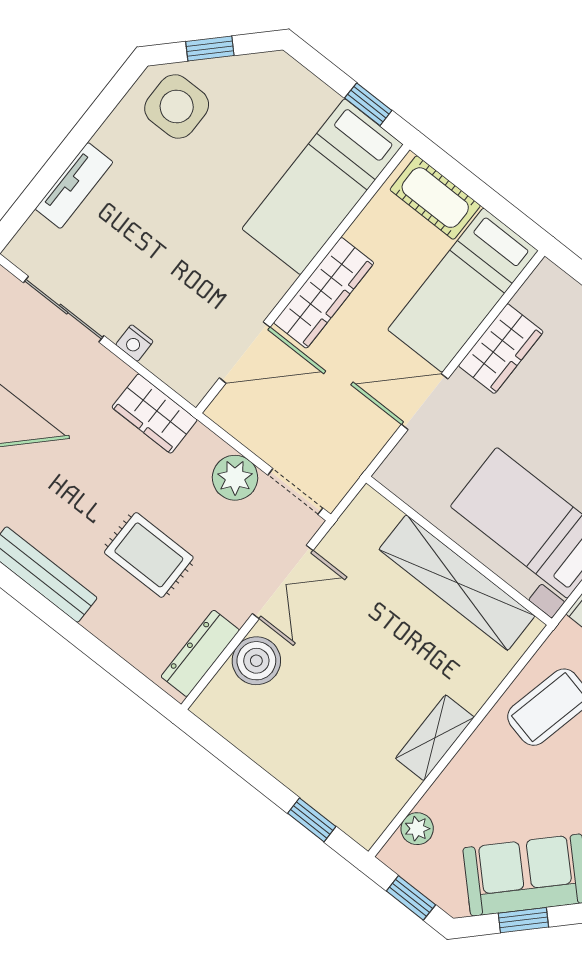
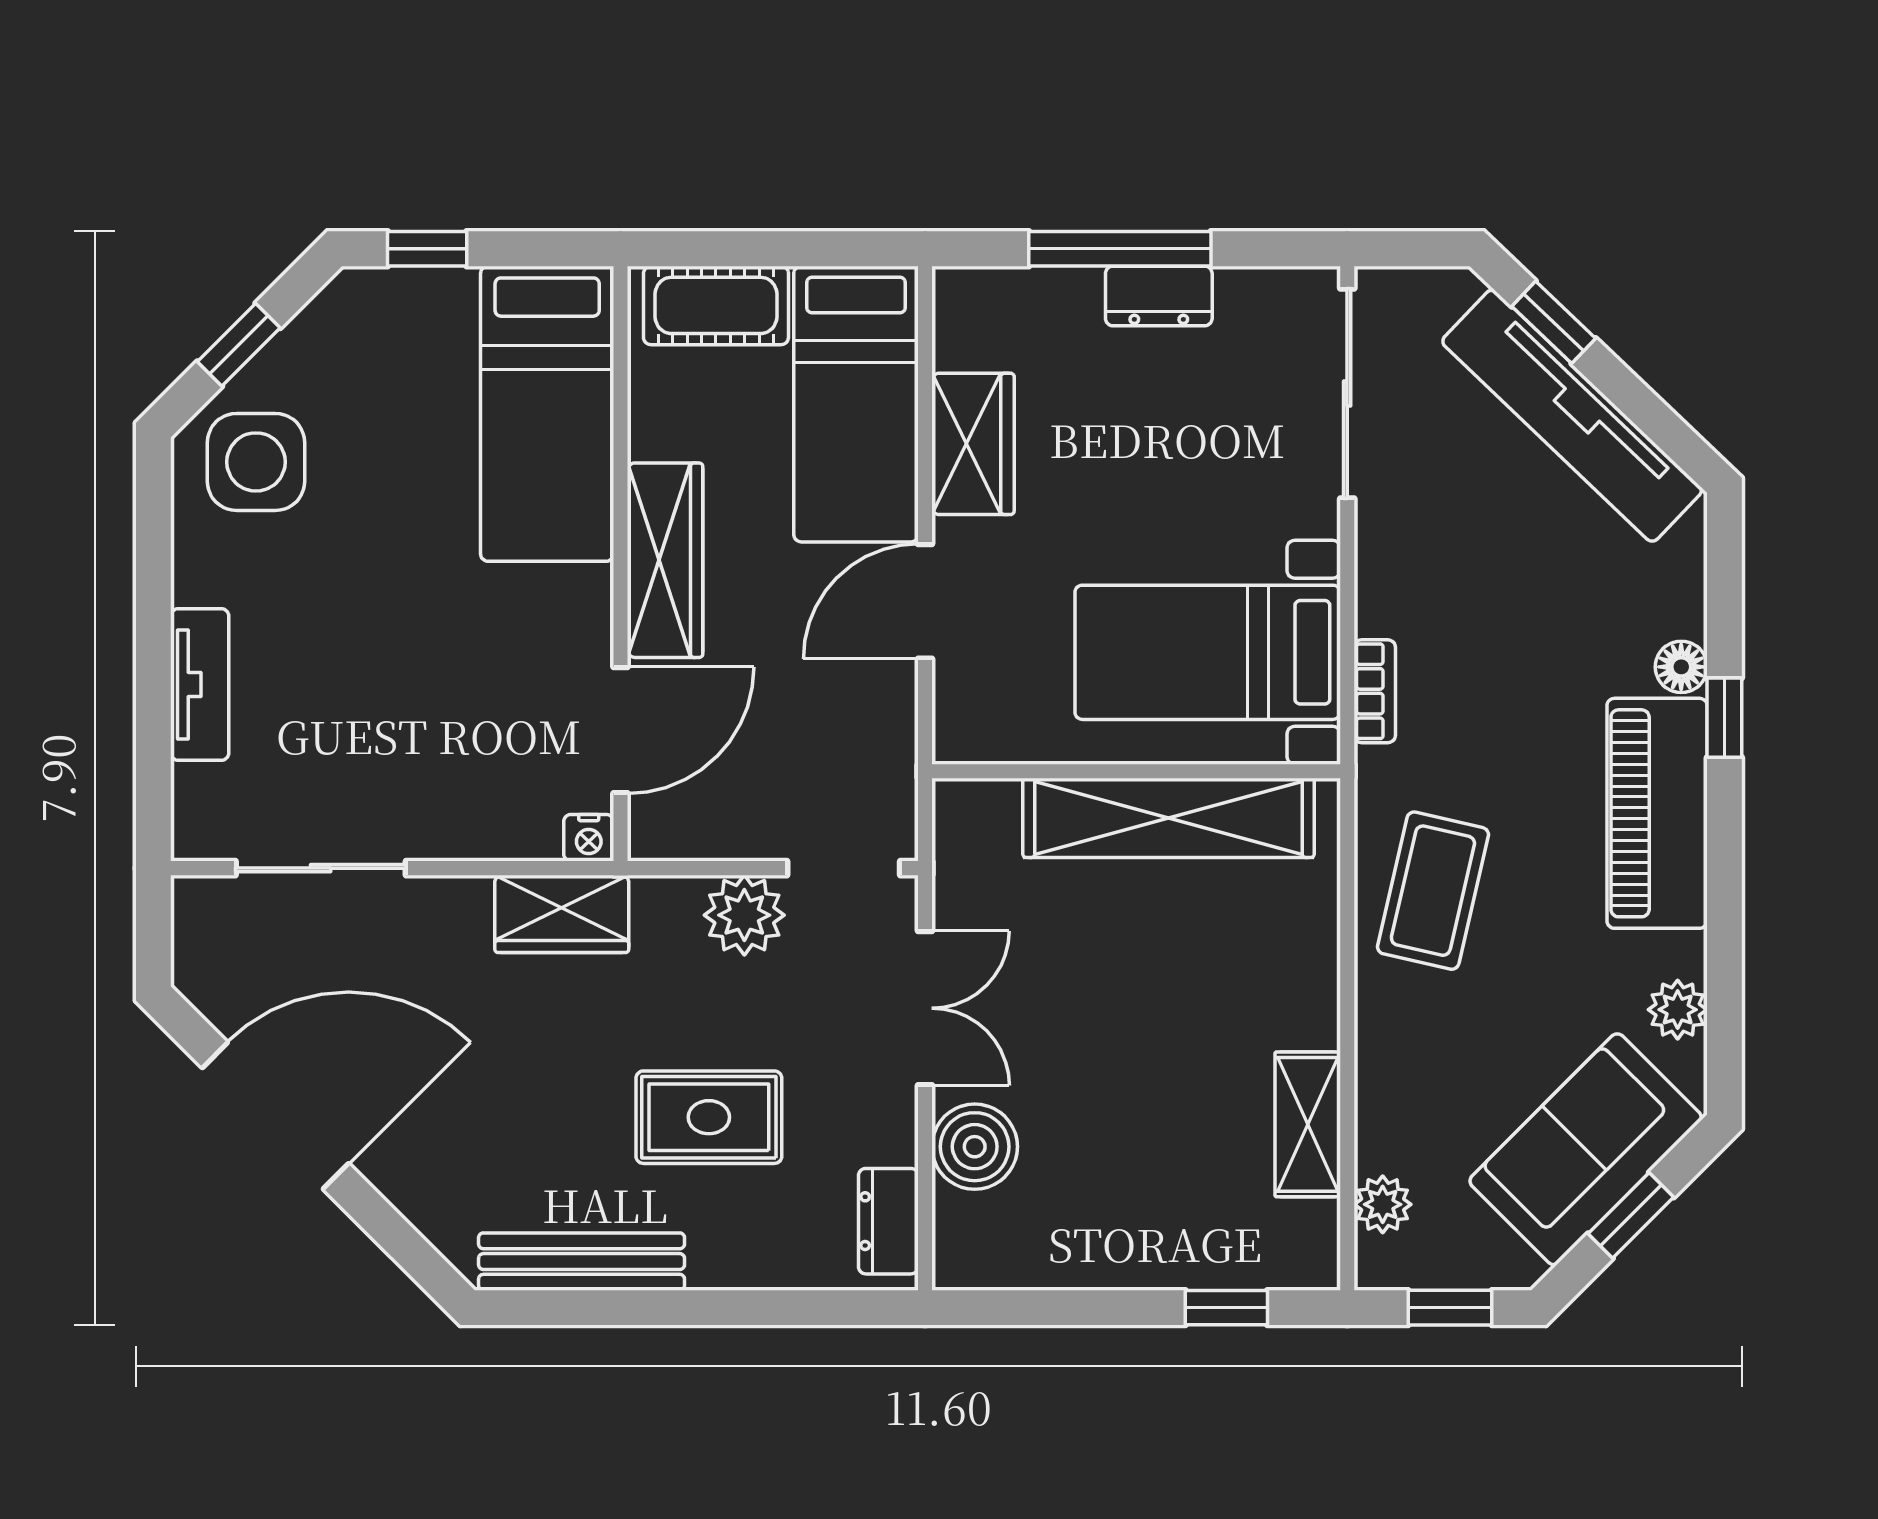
window: (368, 104) -> (427, 249), moved
nightstand: (134, 343) -> (589, 838), moved
dresser: (200, 653) -> (888, 1221), width x0.70
shelving: (435, 738) -> (1308, 1124), moved

